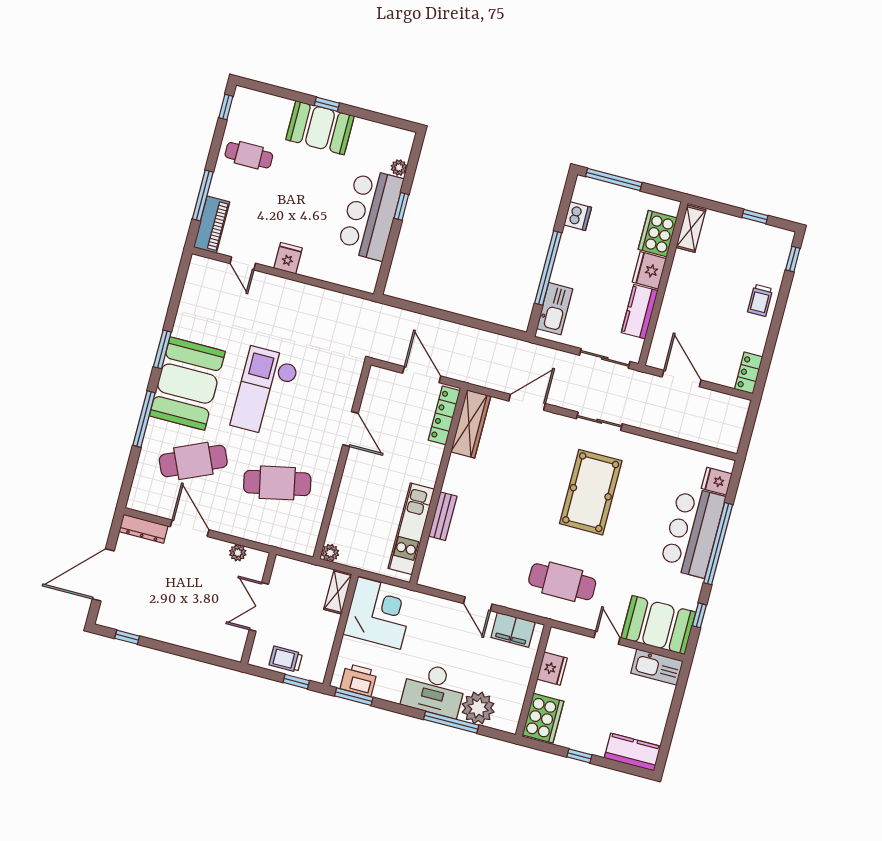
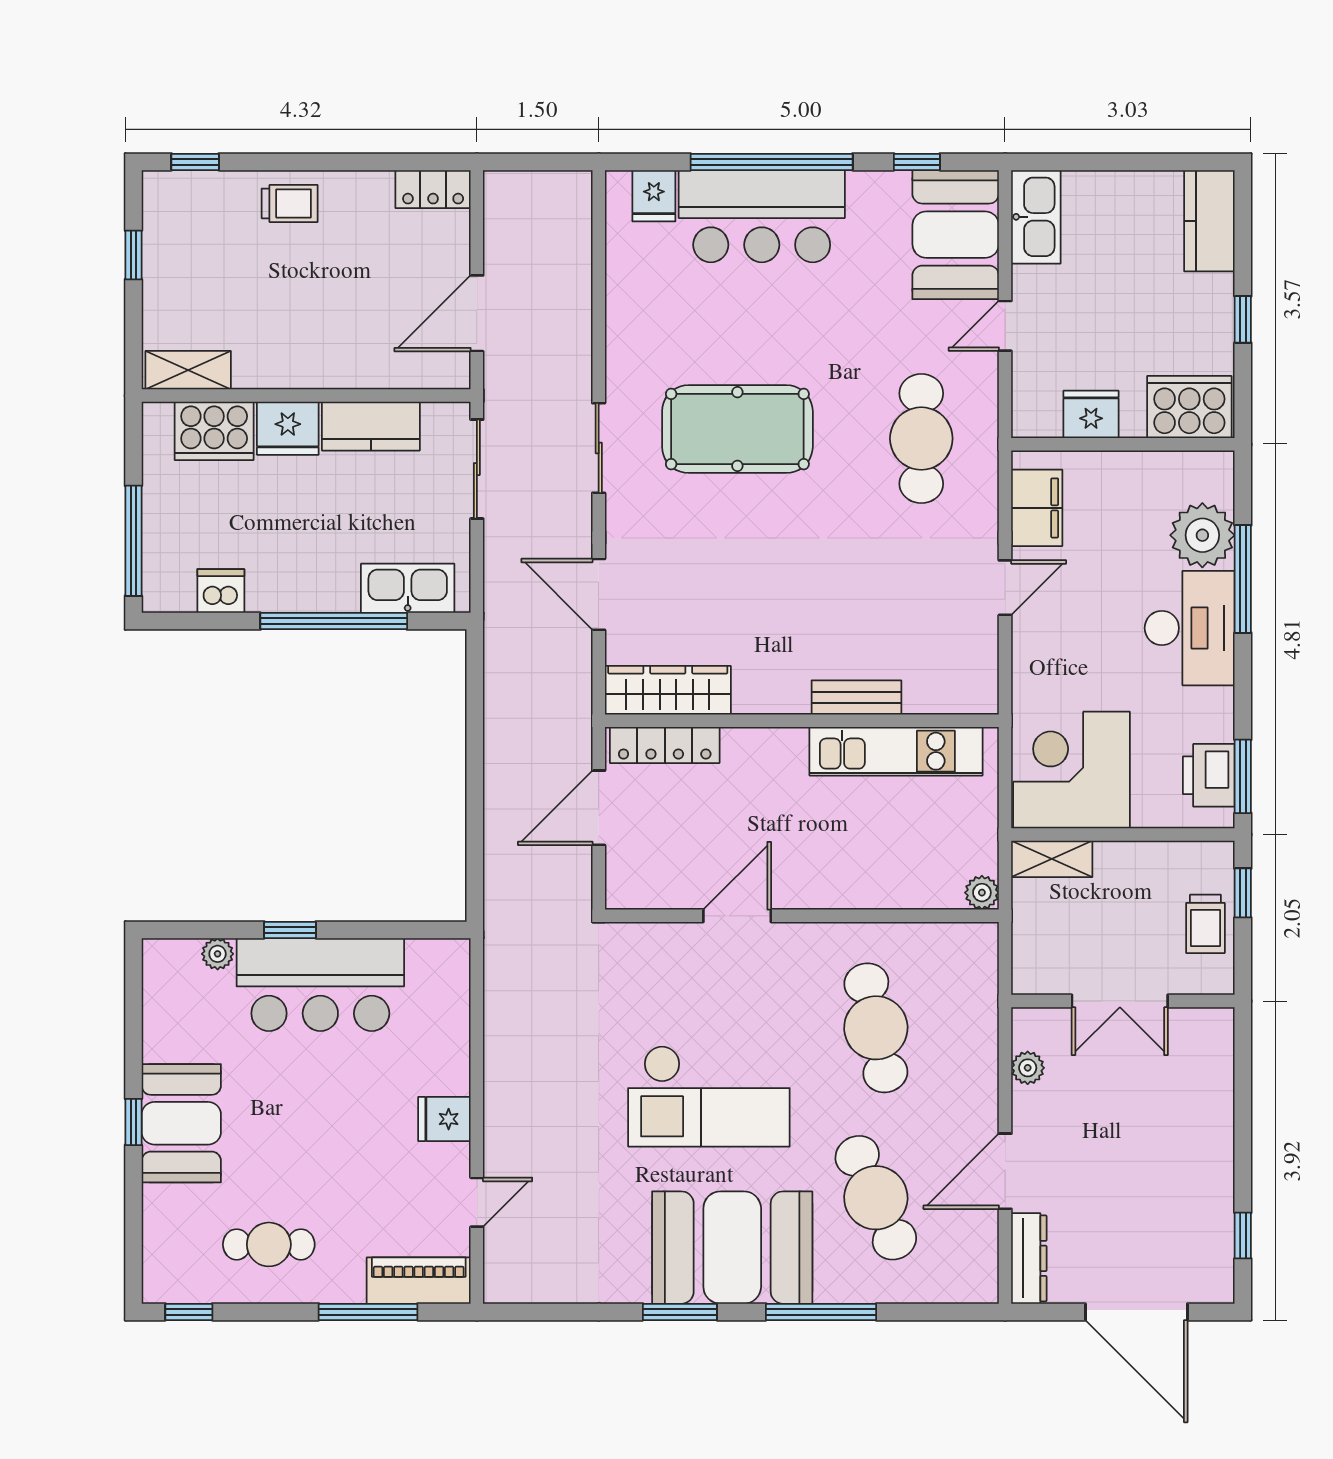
cafe table: (249, 155) -> (269, 1244), turned 90

